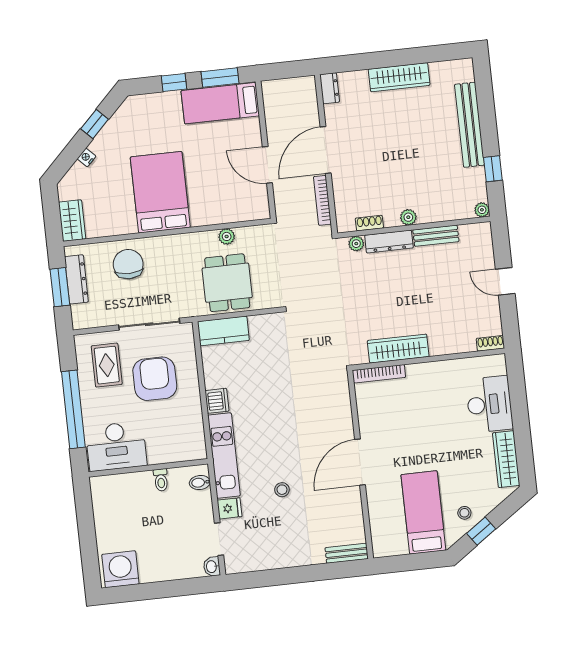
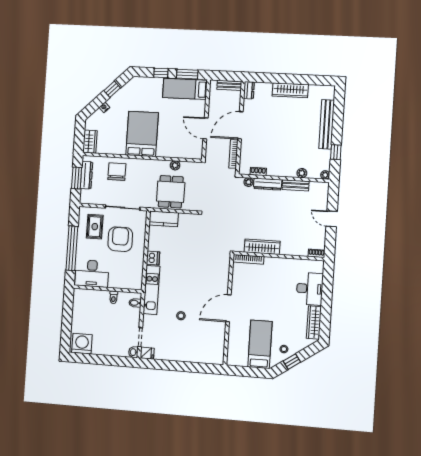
plant: (408, 217) -> (302, 173), moved
fridge: (230, 508) -> (147, 353), moved
bench: (347, 553) -> (229, 85), moved

